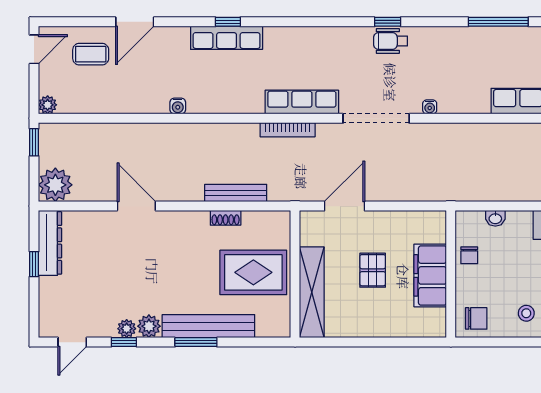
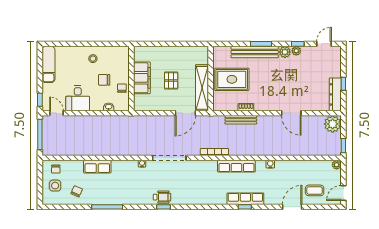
row of seats: (302, 102) -> (236, 166), moved
shelving: (312, 292) -> (202, 88), moved
chair: (476, 318) -> (104, 80), moved

